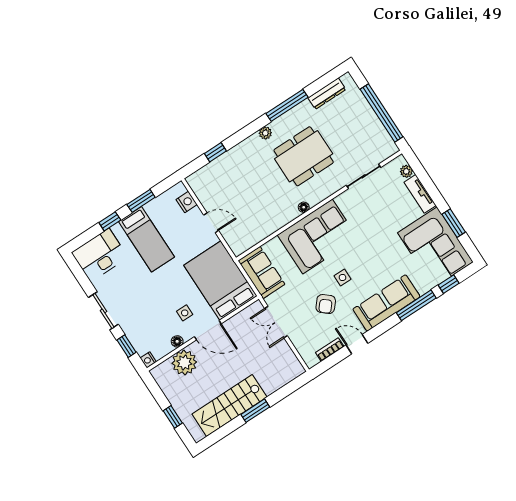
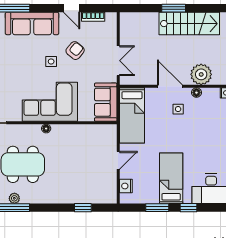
plant: (265, 133) -> (14, 198), moved
door: (211, 223) -> (118, 160), swing flipped
bed: (220, 281) -> (132, 115), width x0.67

